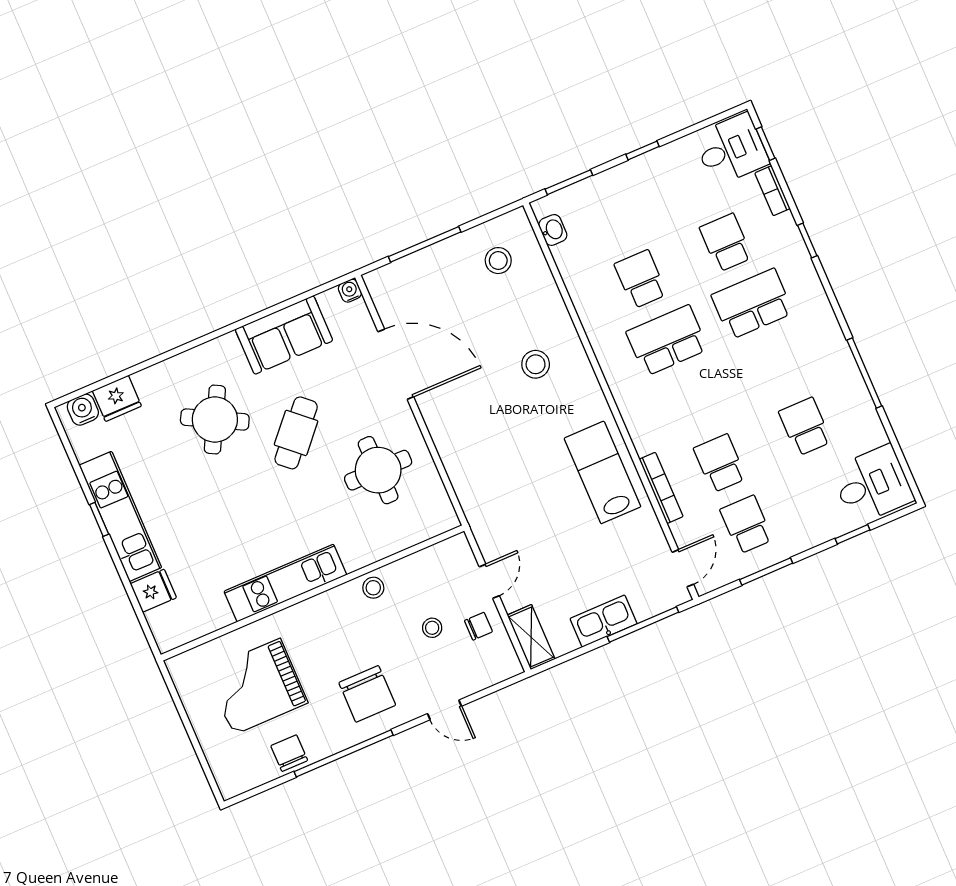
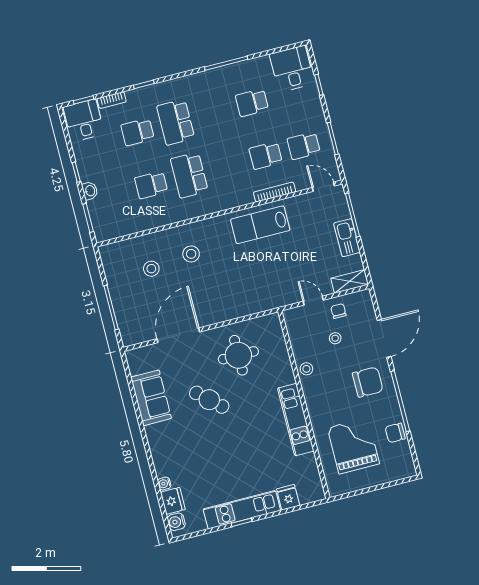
washbasin: (553, 230) -> (90, 191), moved, turned 90
stool: (498, 261) -> (151, 269), moved
water cooler: (350, 291) -> (164, 484), moved
round table: (215, 420) -> (194, 446), removed
grand piano: (257, 687) -> (353, 446), turned 180
door: (445, 710) -> (384, 338), width x1.88

